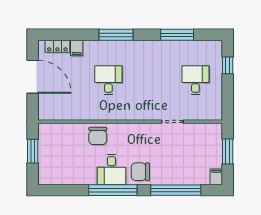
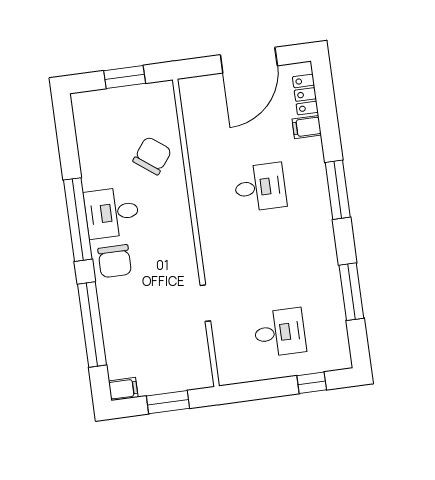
chair: (98, 136) -> (152, 156), moved, turned 127
chair: (140, 172) -> (115, 261), turned 180

